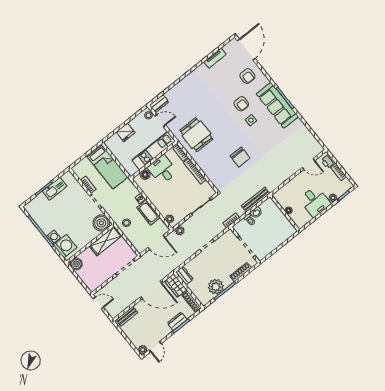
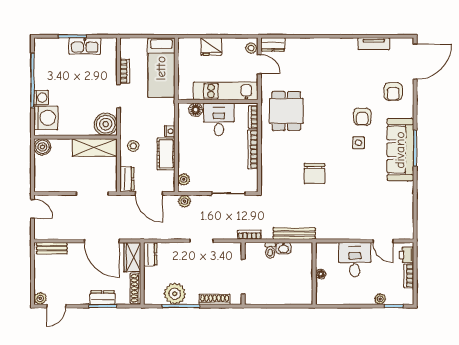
desk: (315, 201) -> (355, 260), moved, turned 180
dresser: (138, 244) -> (127, 179), added

